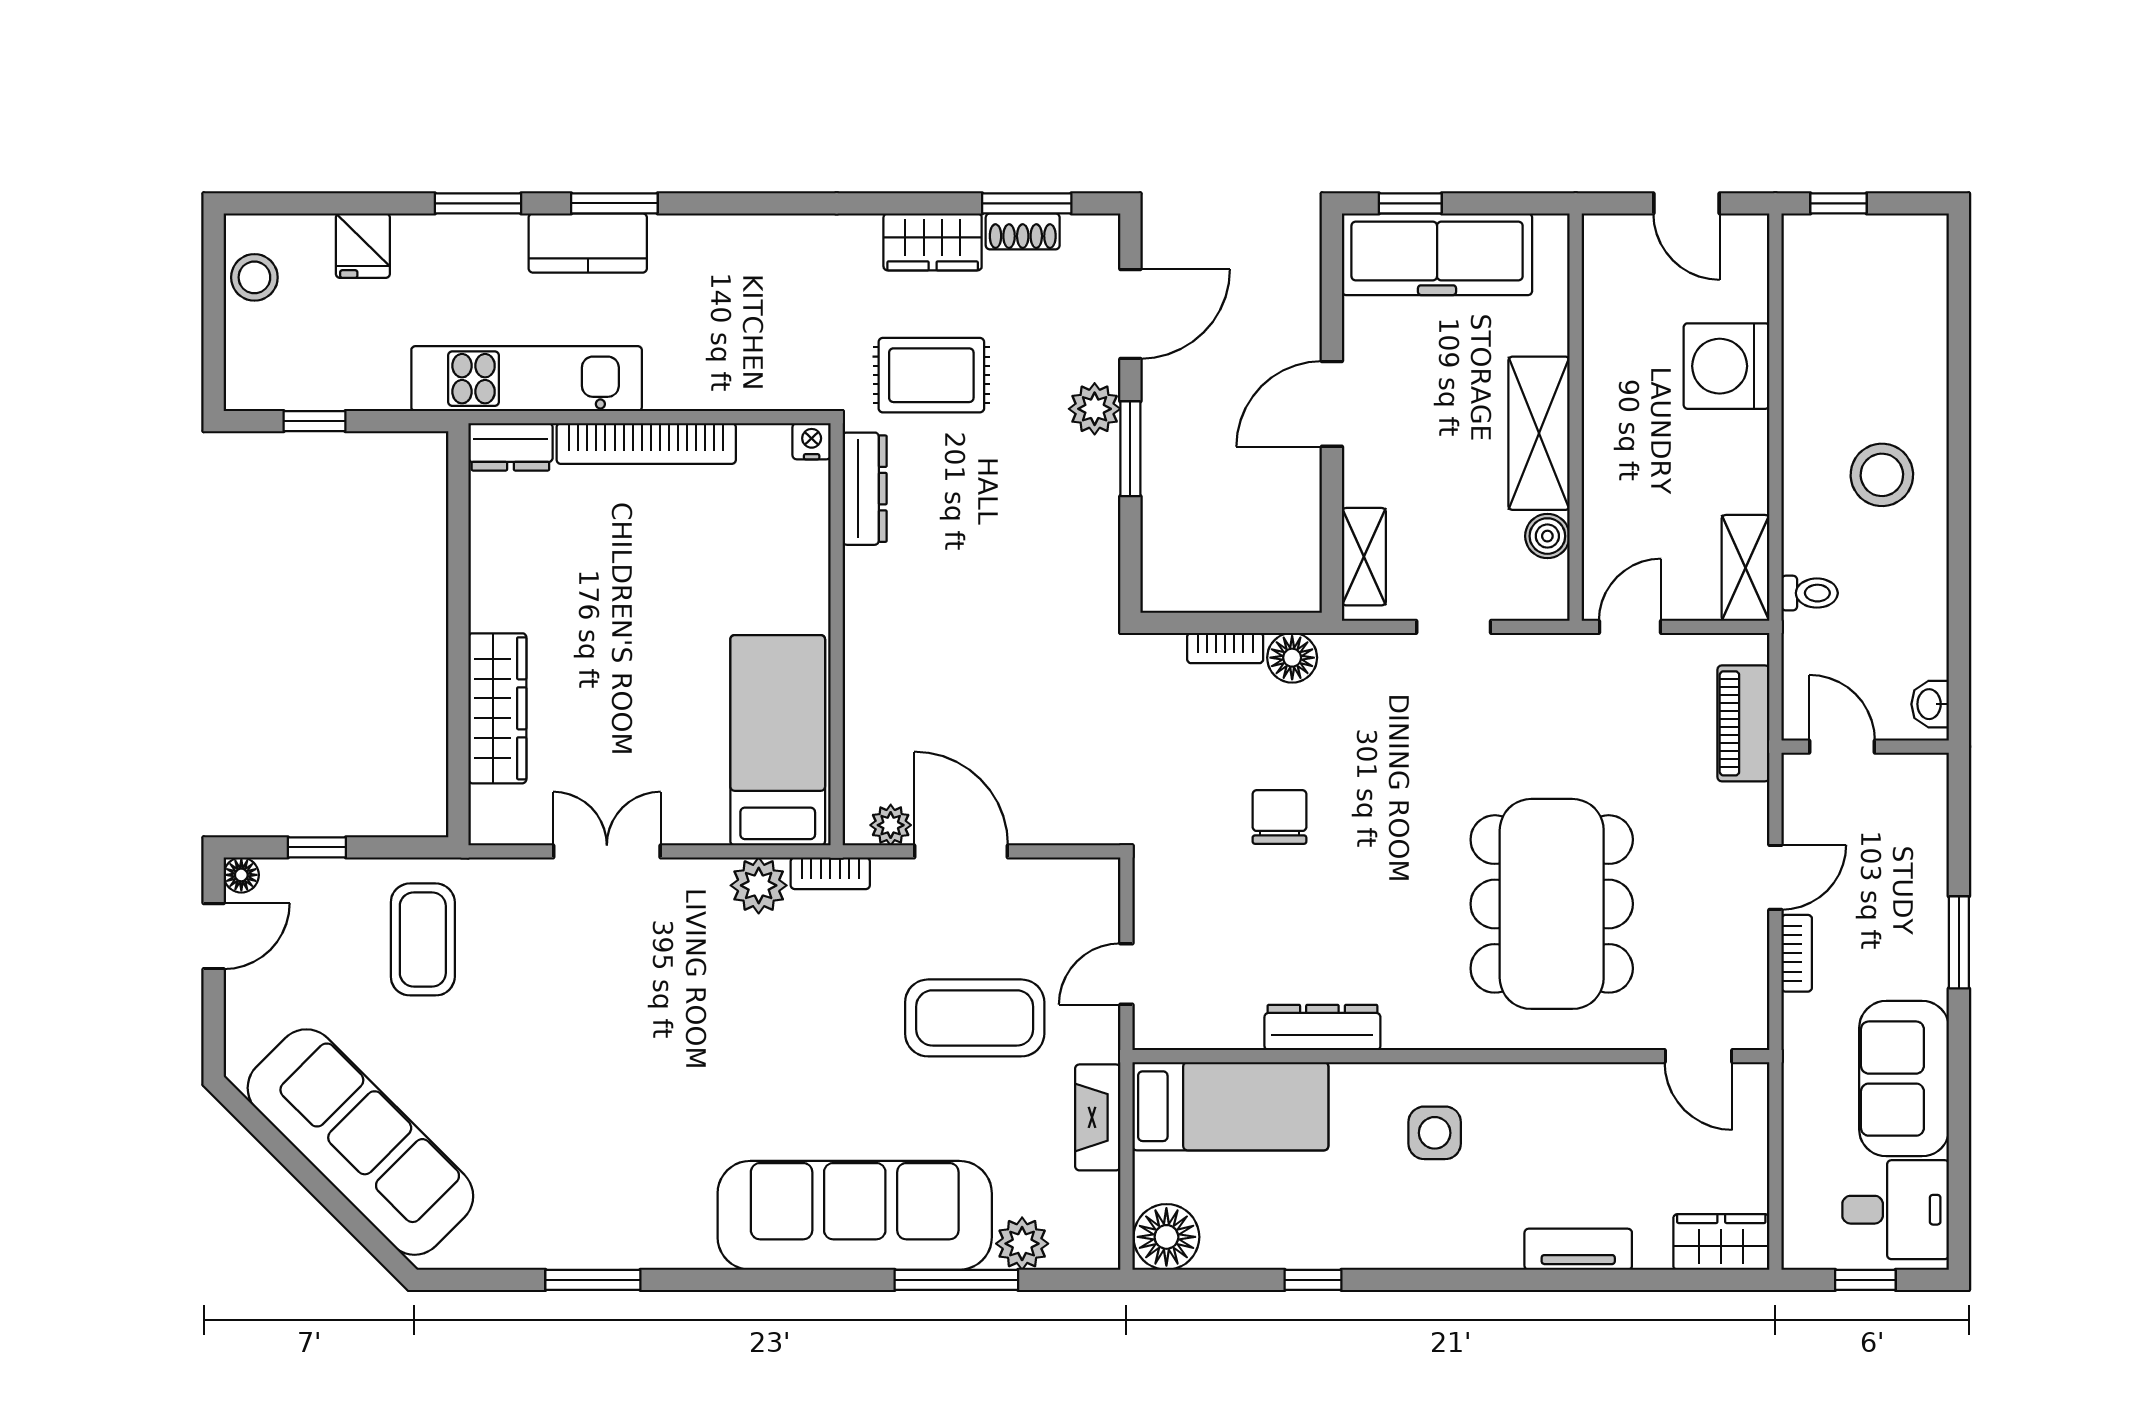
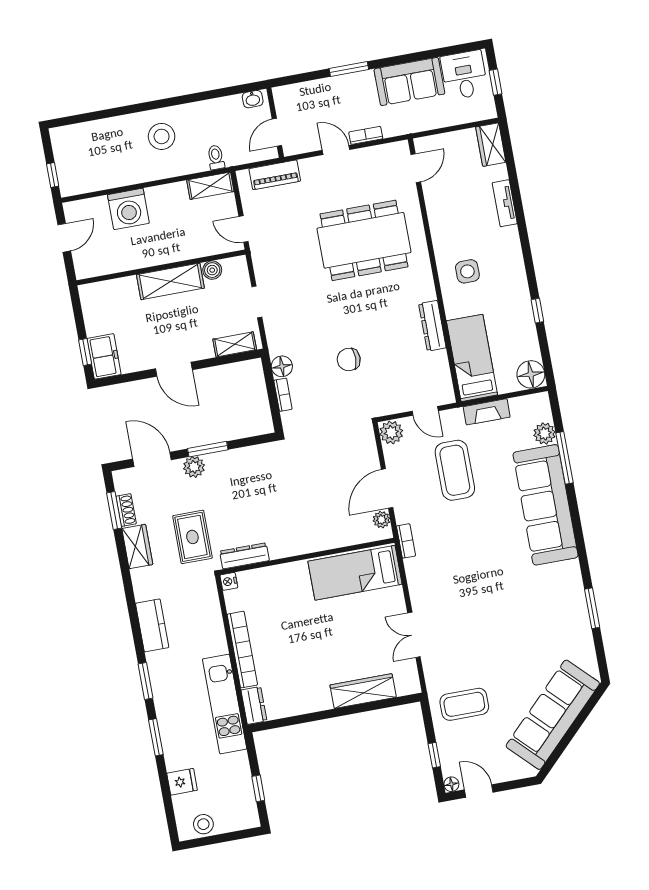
kitchen counter: (588, 243) -> (152, 625), moved
freezer: (1437, 254) -> (104, 356), width x0.52, depth x0.79
plant: (759, 885) -> (391, 432), moved

